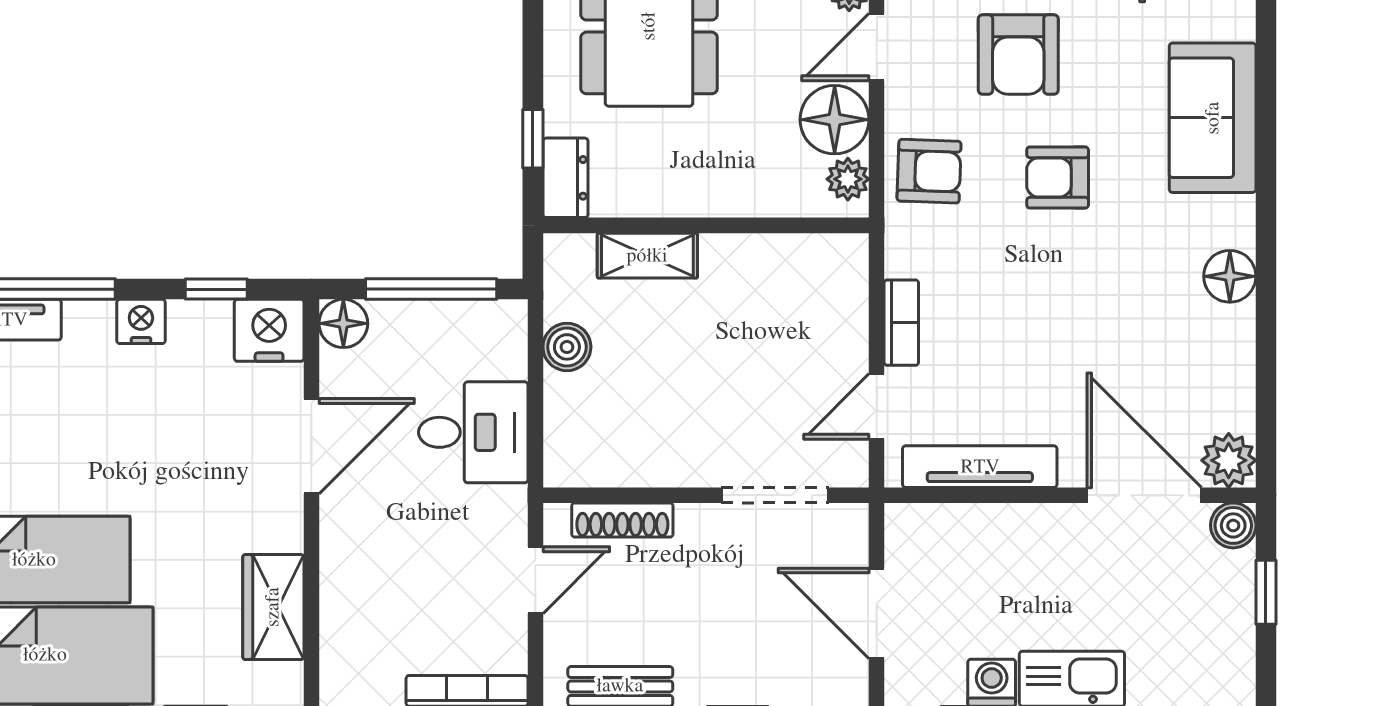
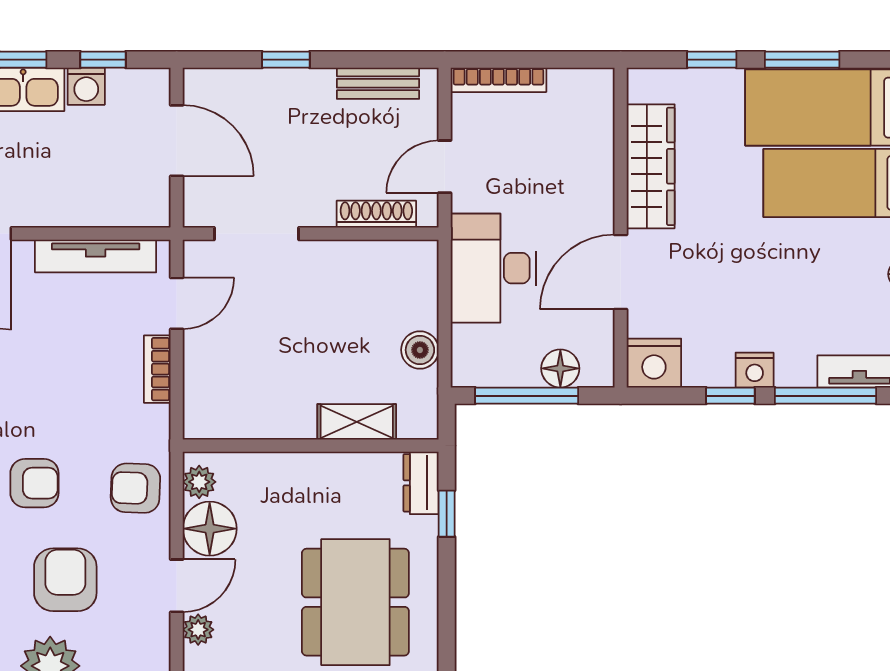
window: (216, 289) -> (730, 396), moved
floor lamp: (343, 323) -> (560, 368), moved
desk: (473, 432) -> (494, 268), width x1.37
wardrobe: (273, 607) -> (651, 166), width x1.50

